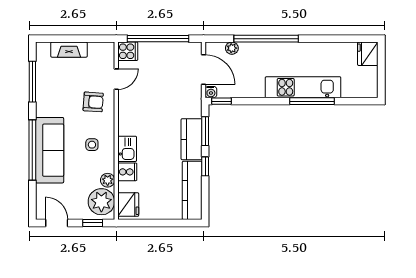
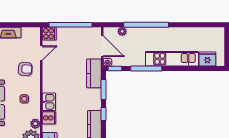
fridge: (368, 54) -> (207, 59), moved, turned 90
window: (312, 101) -> (146, 68), moved
kitchen counter: (192, 139) -> (94, 73), moved

